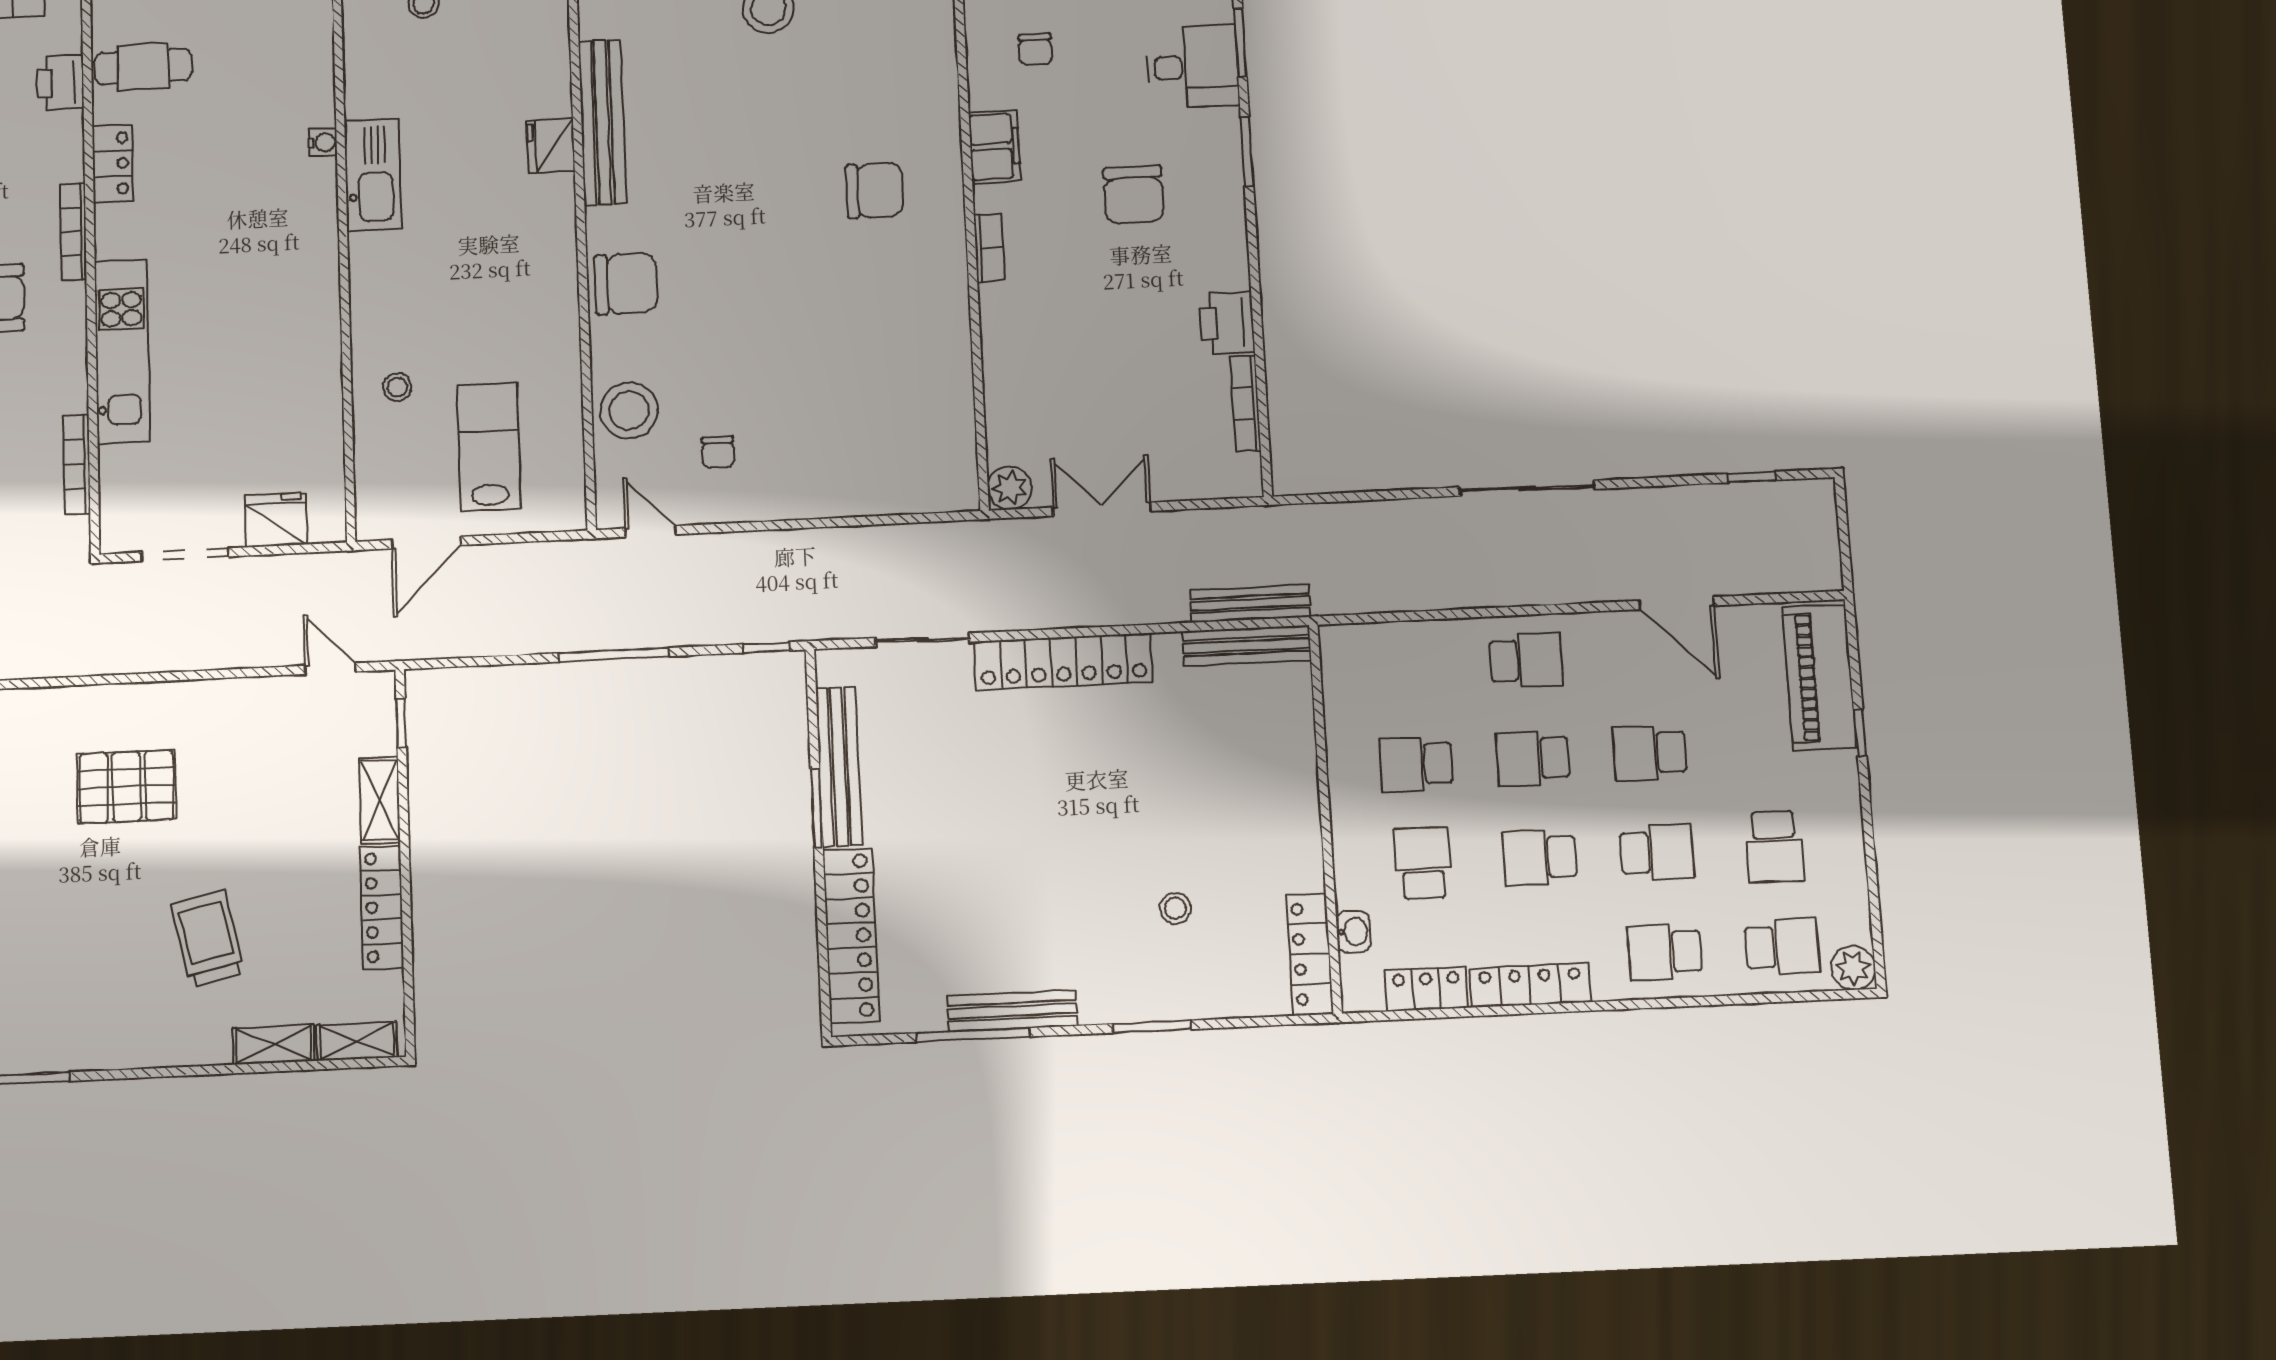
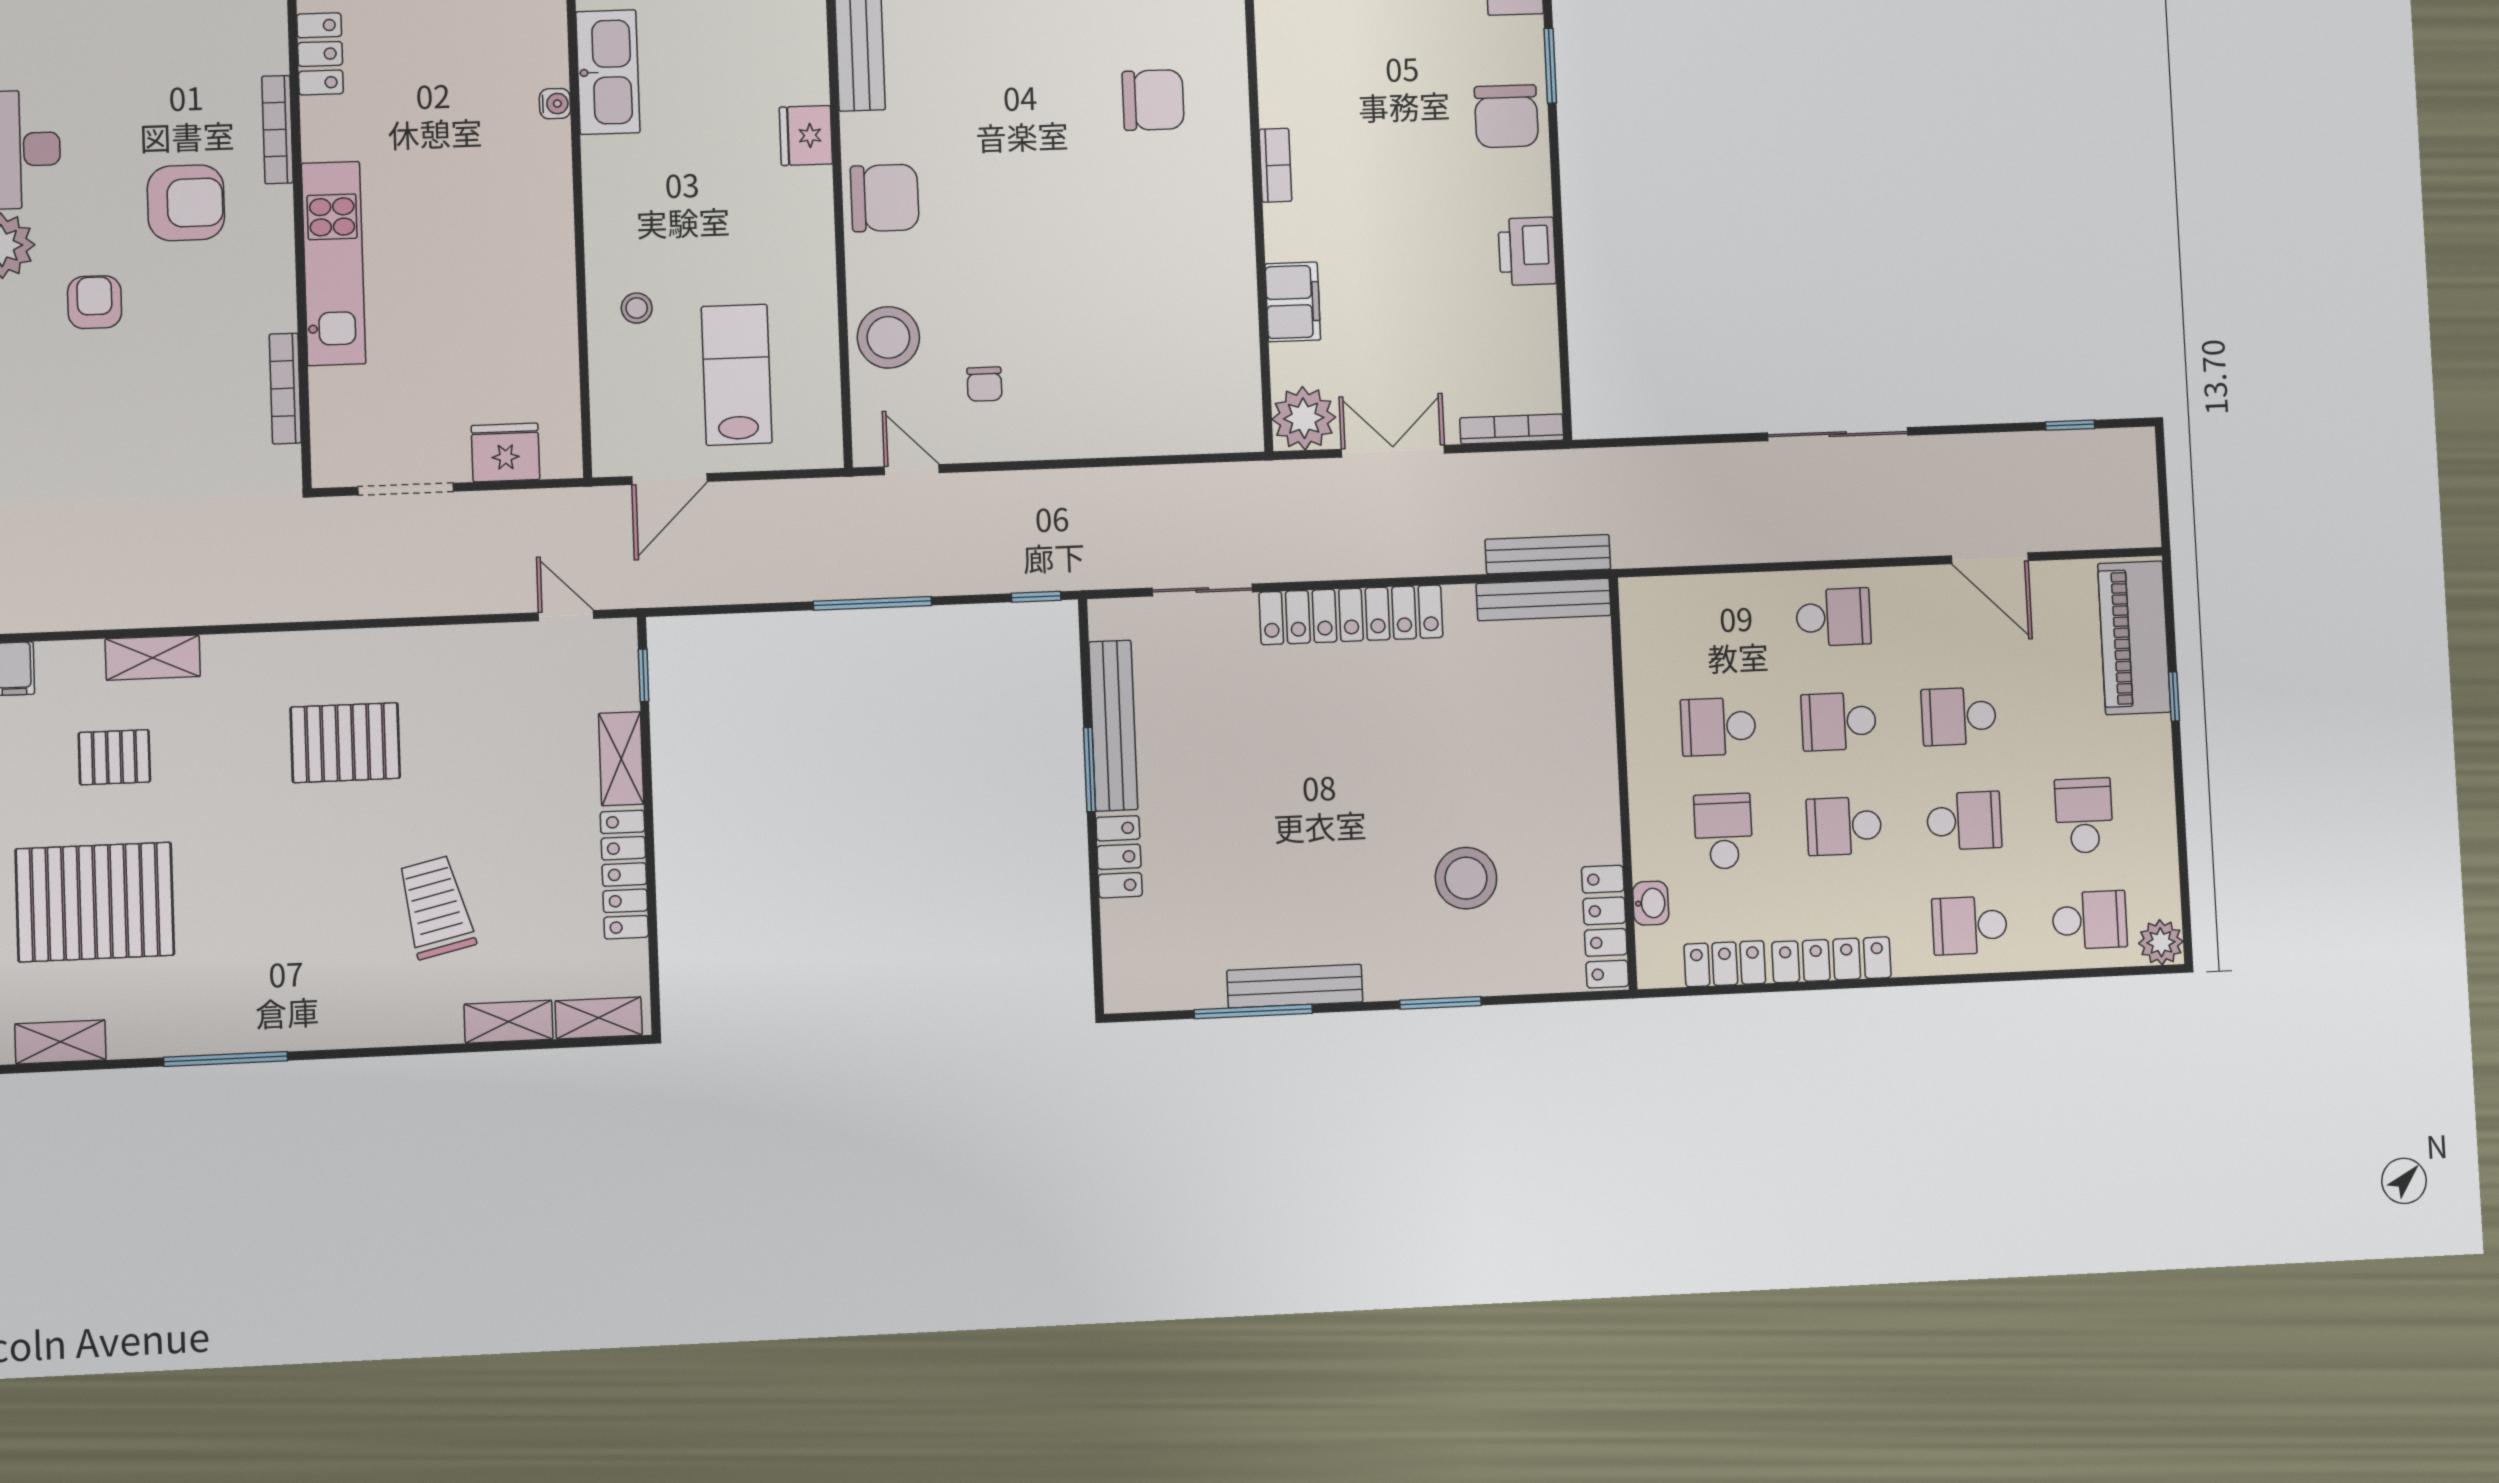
water cooler: (323, 142) -> (555, 104), moved
fridge: (551, 146) -> (806, 136), moved
filing cabinet: (995, 147) -> (1293, 302), moved
chair: (1134, 195) -> (1506, 116), moved
bookcase: (1246, 403) -> (1512, 429), moved, turned 90
plant: (1010, 488) -> (1304, 418), width x1.36, depth x1.36
school desk: (1774, 847) -> (2084, 815), turned 180
stool: (1175, 908) -> (1466, 878), width x1.89, depth x1.89
locker: (851, 936) -> (1119, 857), width x0.46, depth x0.83

